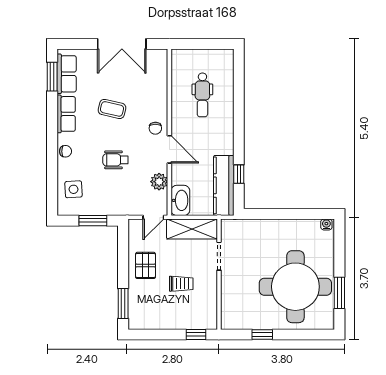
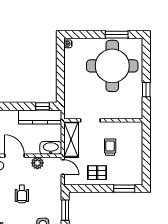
door: (169, 149) -> (14, 156), hinge flipped
window: (239, 174) -> (42, 106), moved
window: (196, 334) -> (146, 137), removed

